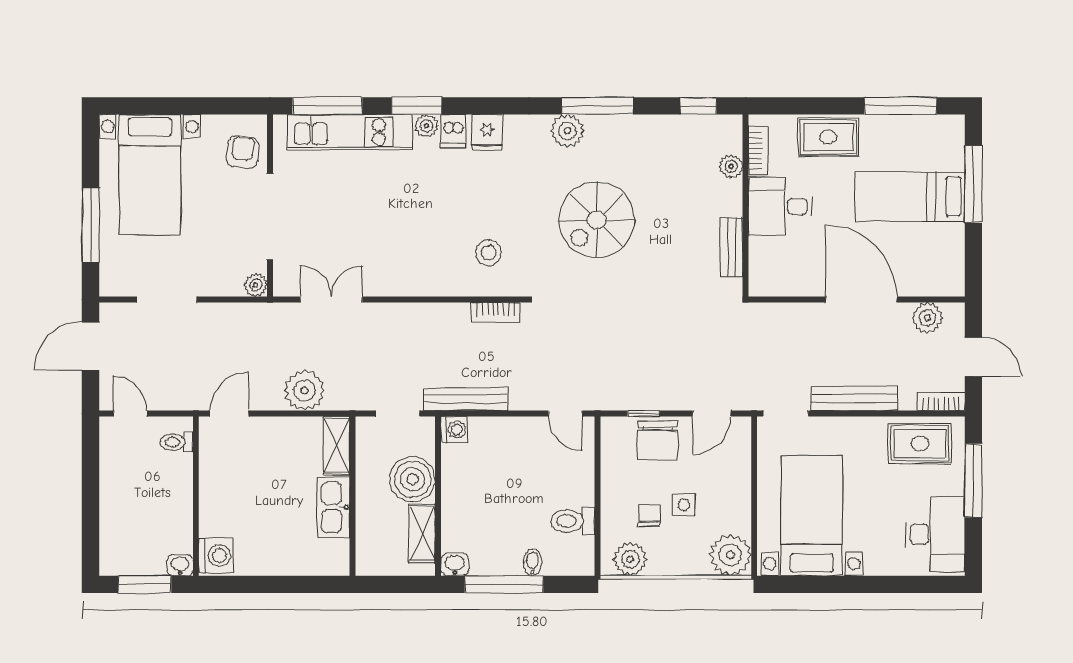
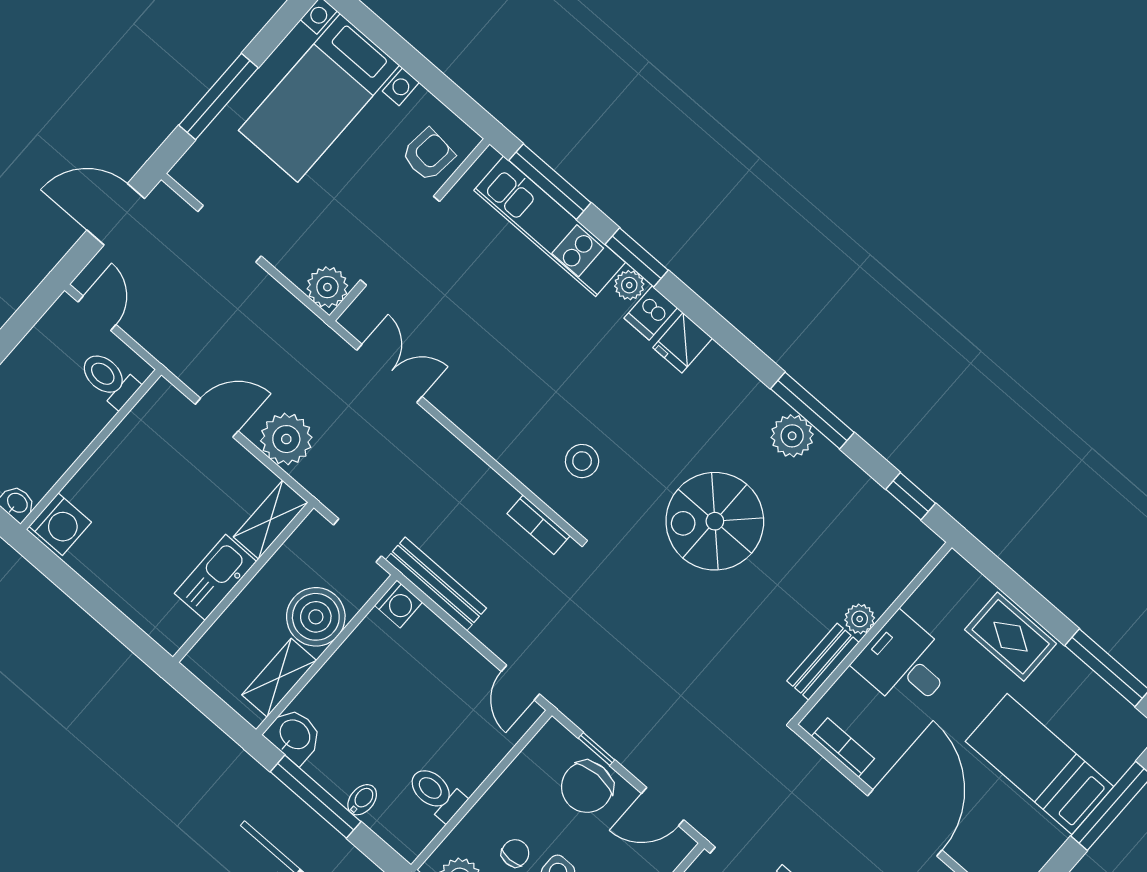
plant: (567, 131) -> (792, 436), moved
bookcase: (758, 151) -> (843, 747), moved, turned -90
plant: (731, 166) -> (860, 619), moved
plant: (256, 285) -> (327, 287), width x1.38, depth x1.38
door: (229, 413) -> (217, 418), moved
toilet: (177, 442) -> (109, 379), width x1.37, depth x1.39
washbasin: (455, 564) -> (294, 735), width x1.38, depth x1.45

